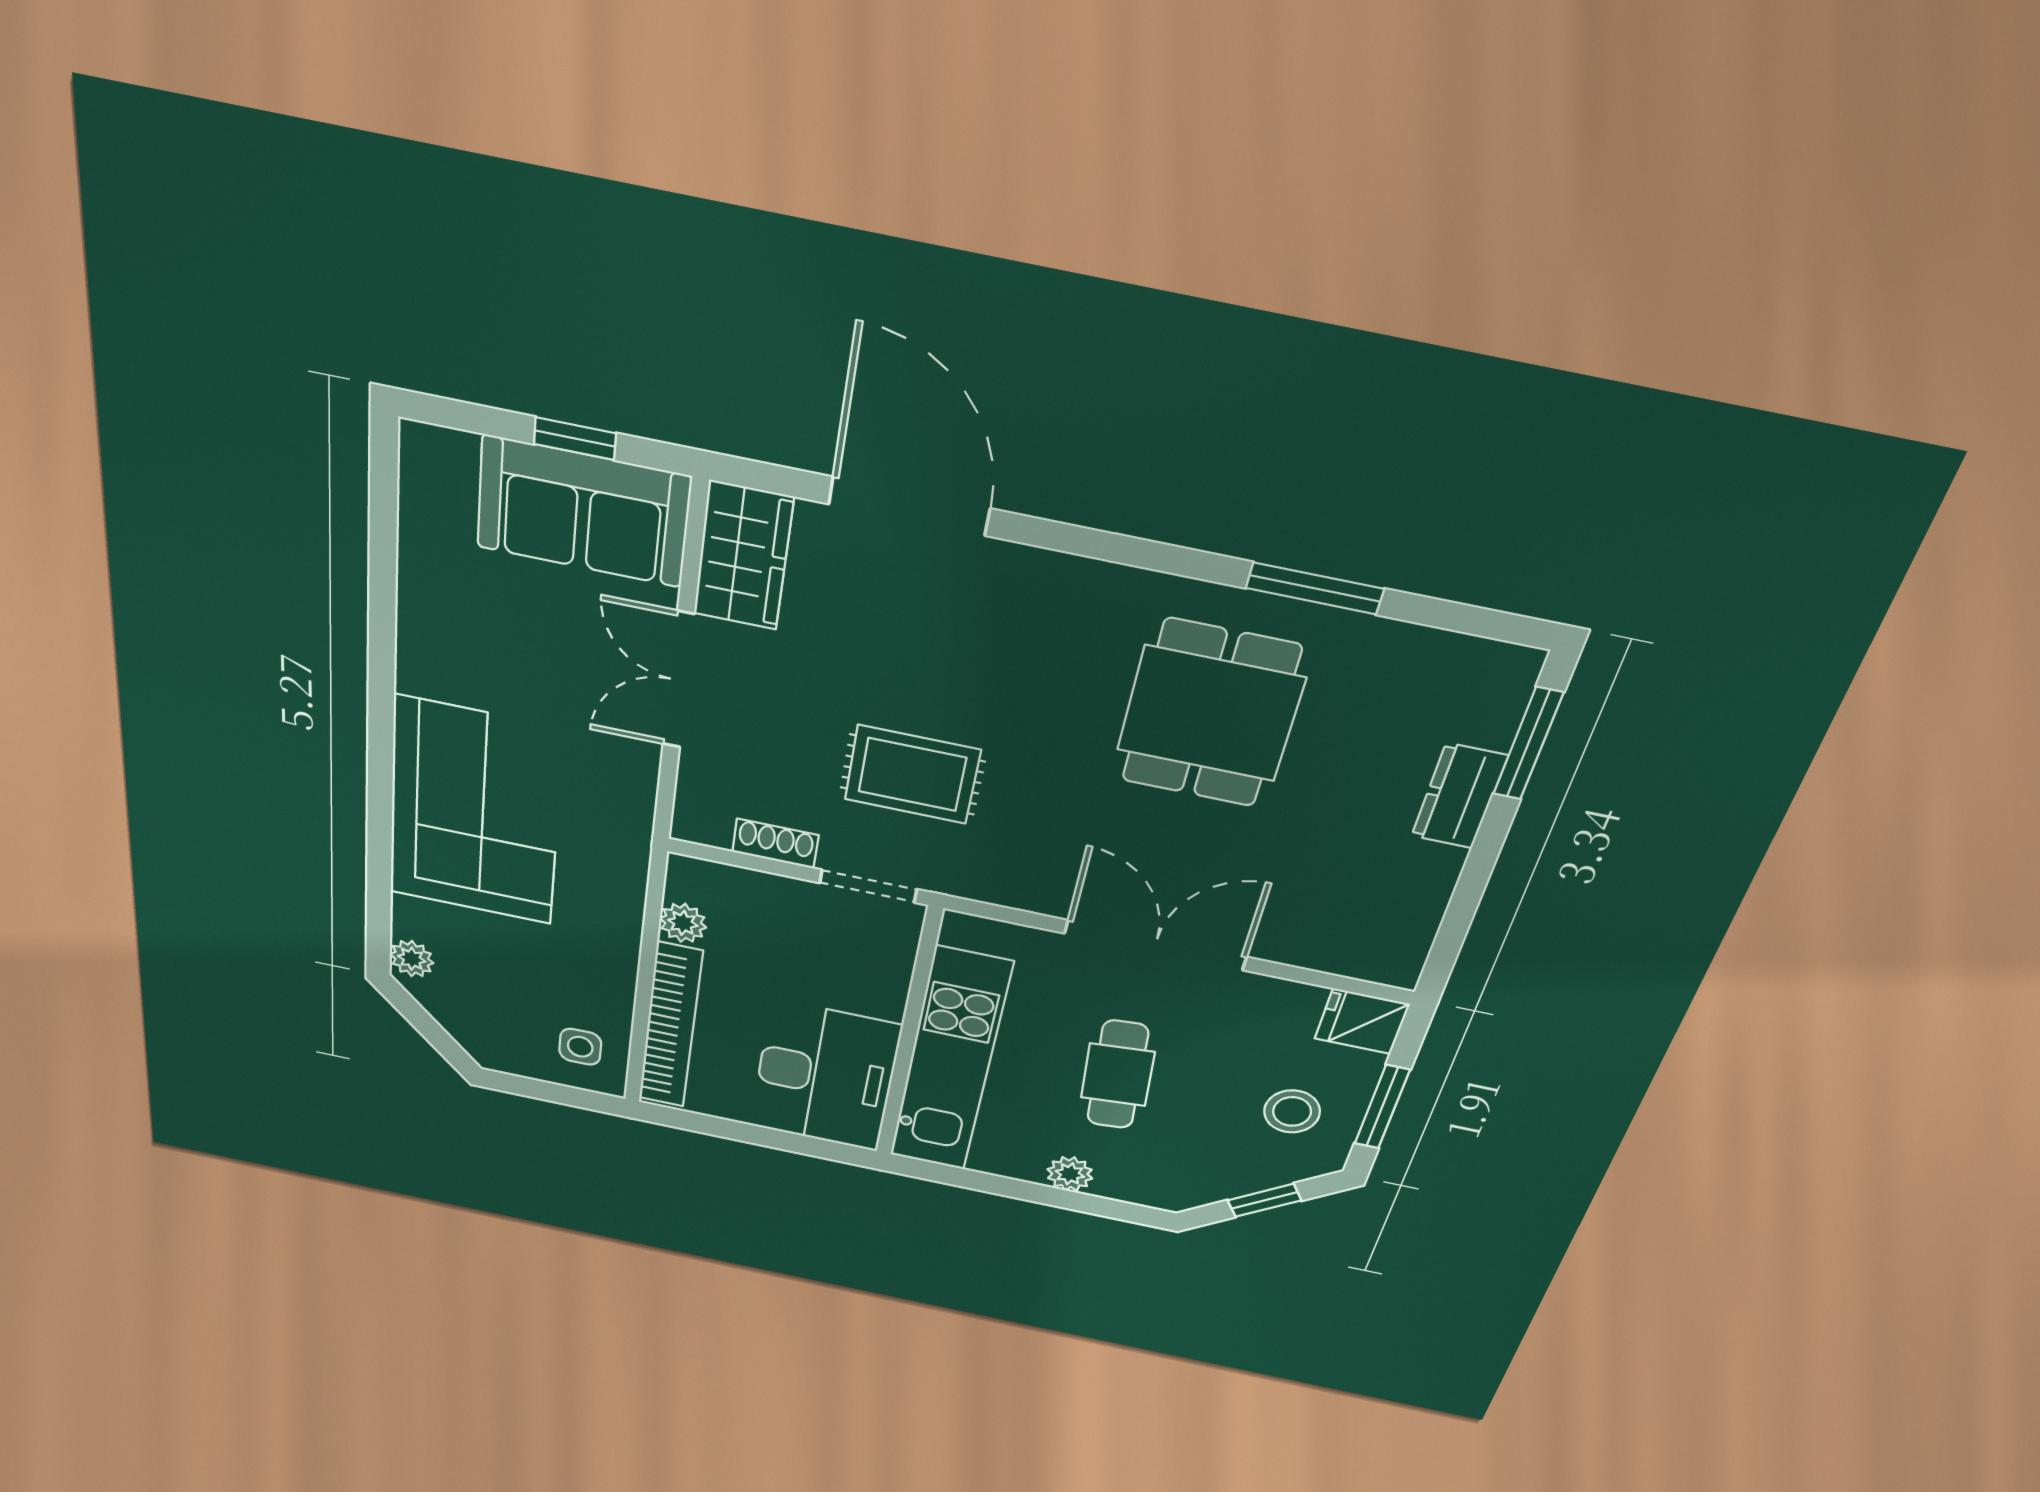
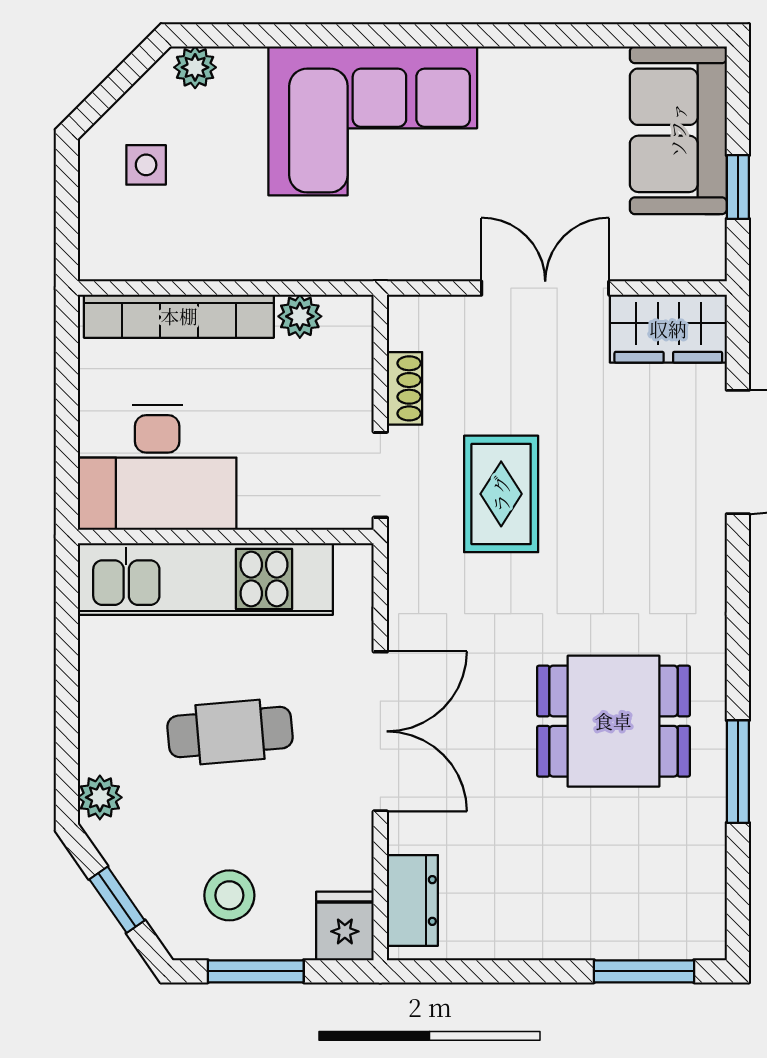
sofa: (583, 512) -> (678, 130), moved
dresser: (1459, 796) -> (412, 900), moved, turned 90
side table: (580, 1047) -> (146, 165), moved
plant: (1070, 1174) -> (100, 797), moved

